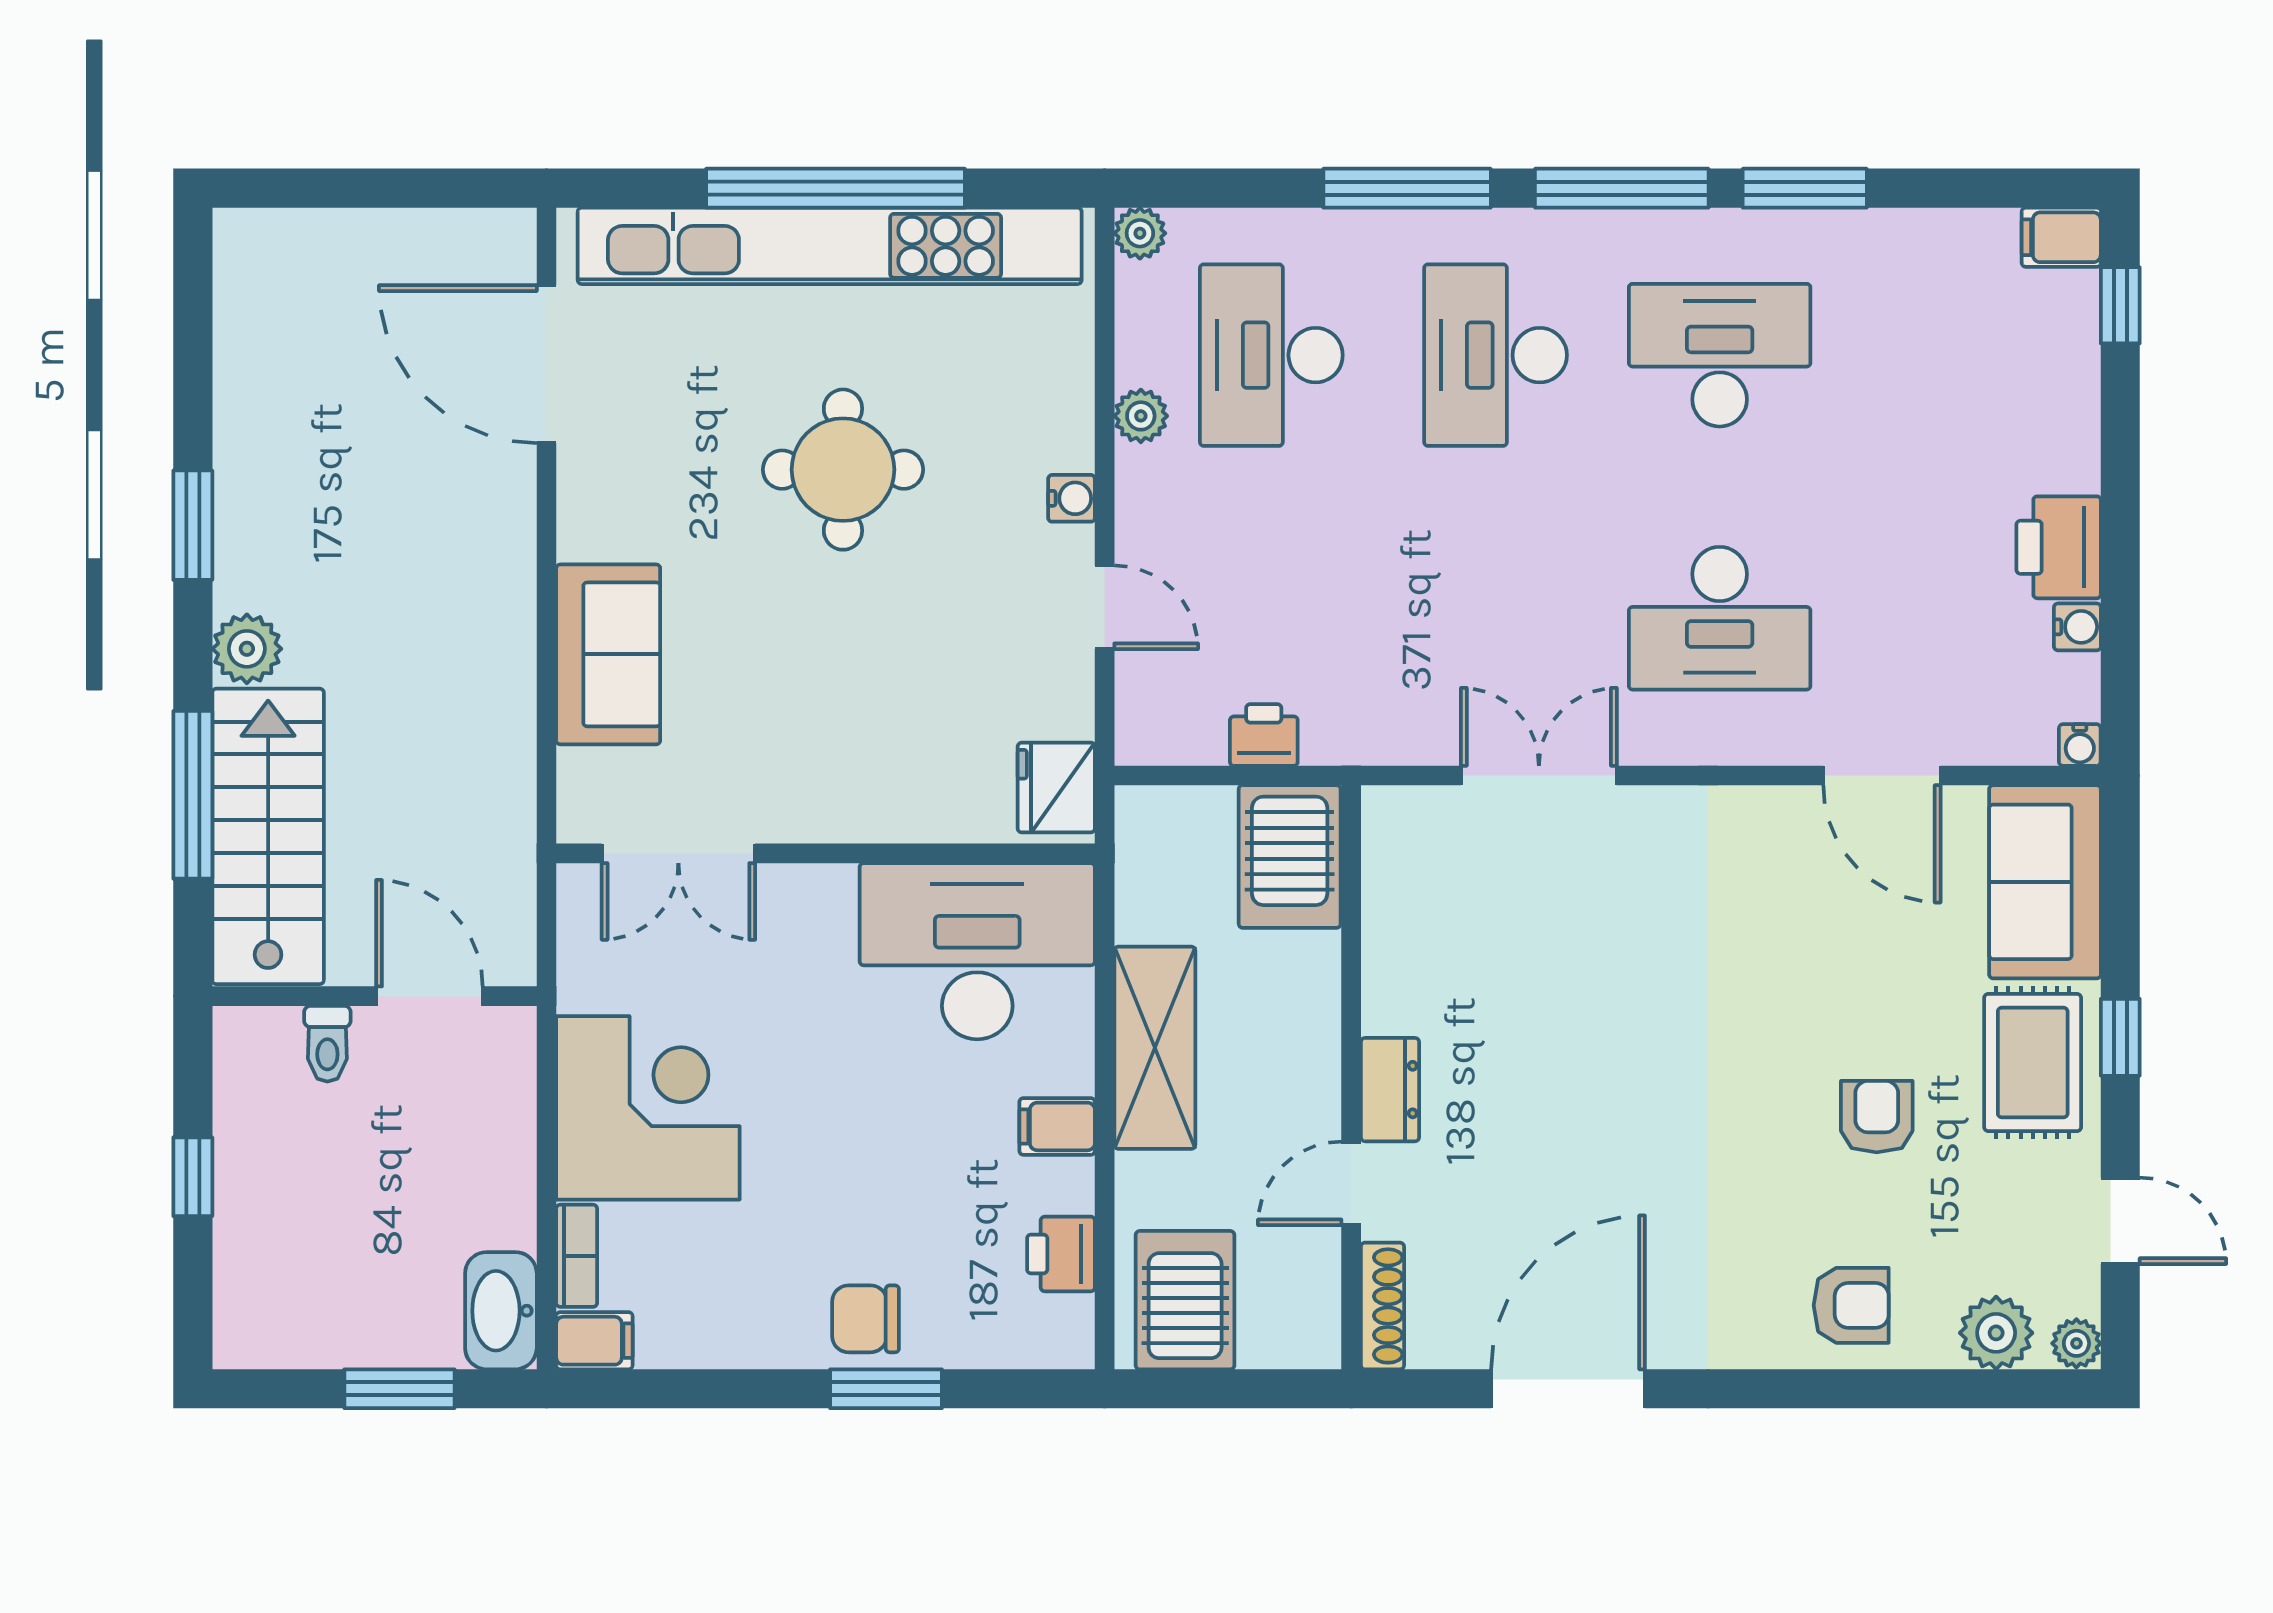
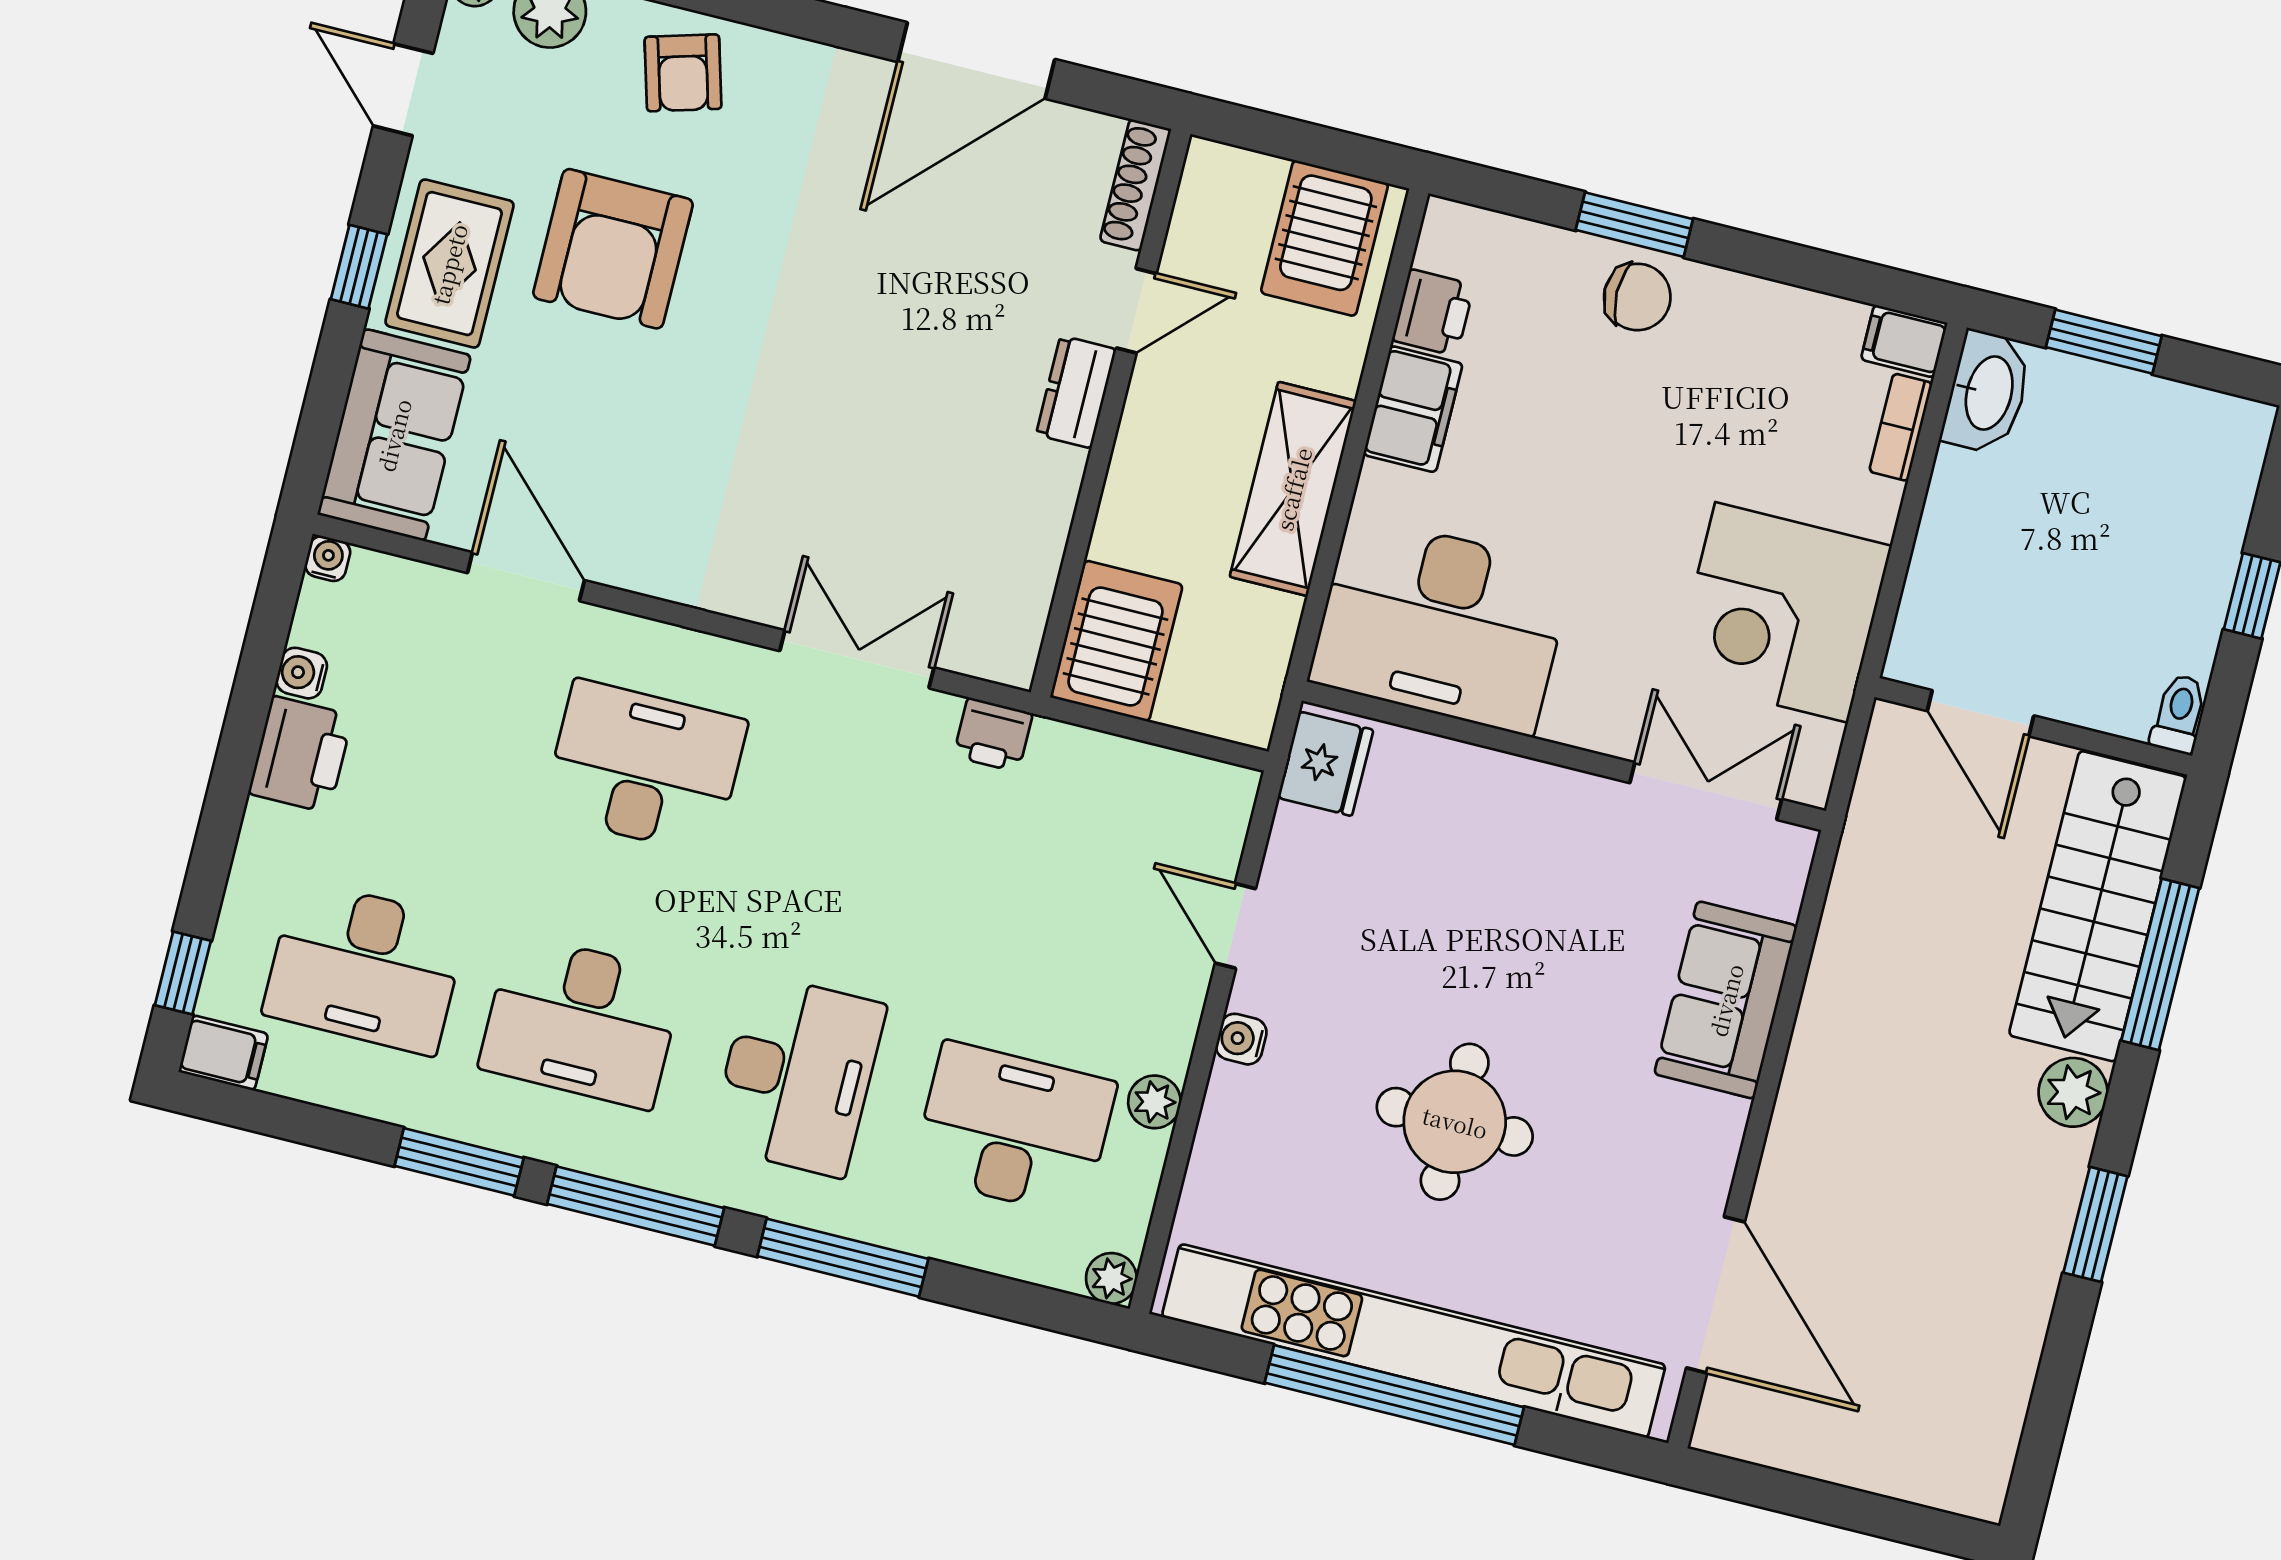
desk: (1271, 355) -> (1014, 1129), turned -90
desk: (1944, 355) -> (365, 967), added
printer: (1264, 735) -> (993, 735), moved
double door: (1539, 775) -> (857, 659), swing flipped
toilet: (327, 1044) -> (2179, 714), moved
corner desk: (648, 1108) -> (1782, 612), moved
armchair: (1877, 1117) -> (613, 249), width x1.88, depth x1.88
filing cabinet: (1057, 1126) -> (1413, 409), width x2.00
armchair: (1851, 1305) -> (683, 73), turned -106

